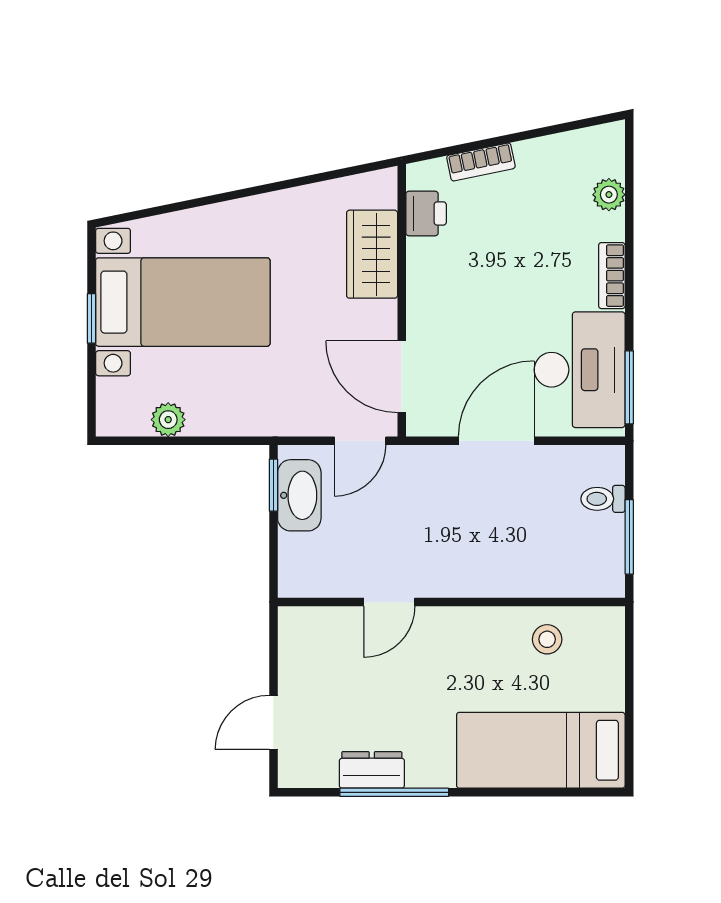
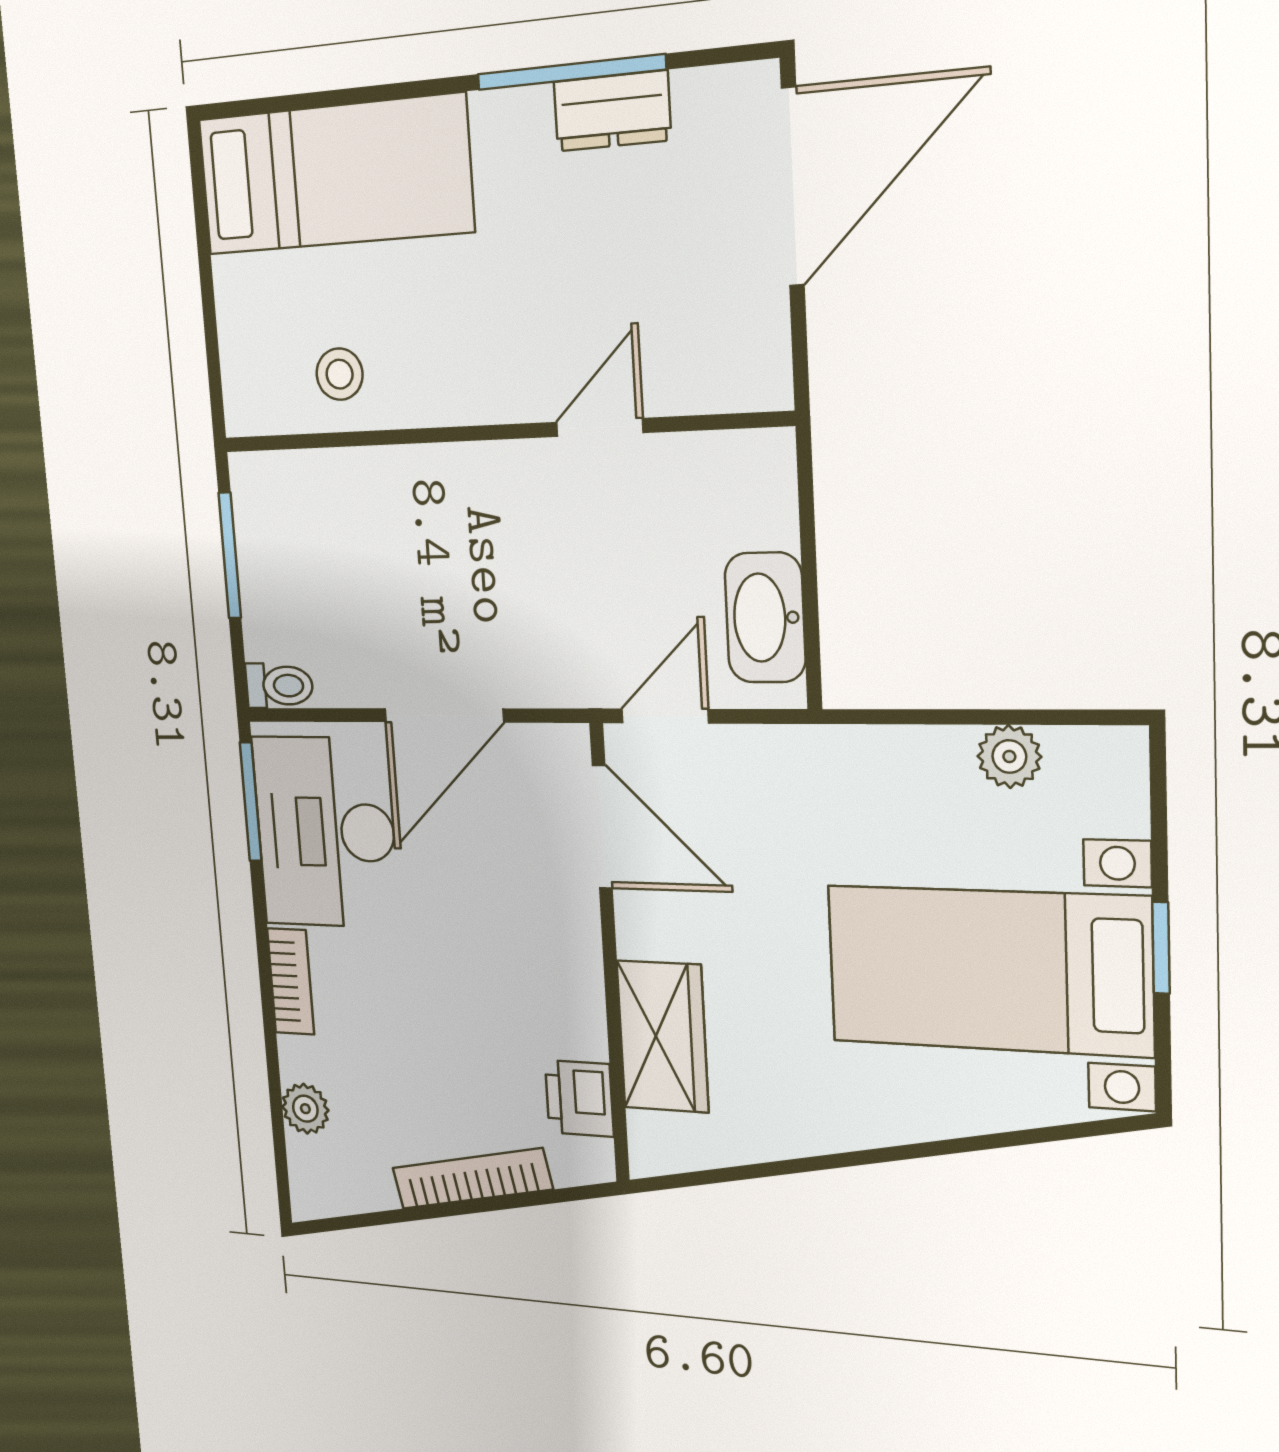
bookcase: (481, 162) -> (472, 1179), width x1.56
window: (273, 485) -> (812, 636), removed
toilet: (603, 499) -> (279, 686), moved
door: (273, 722) -> (793, 187), width x1.87

